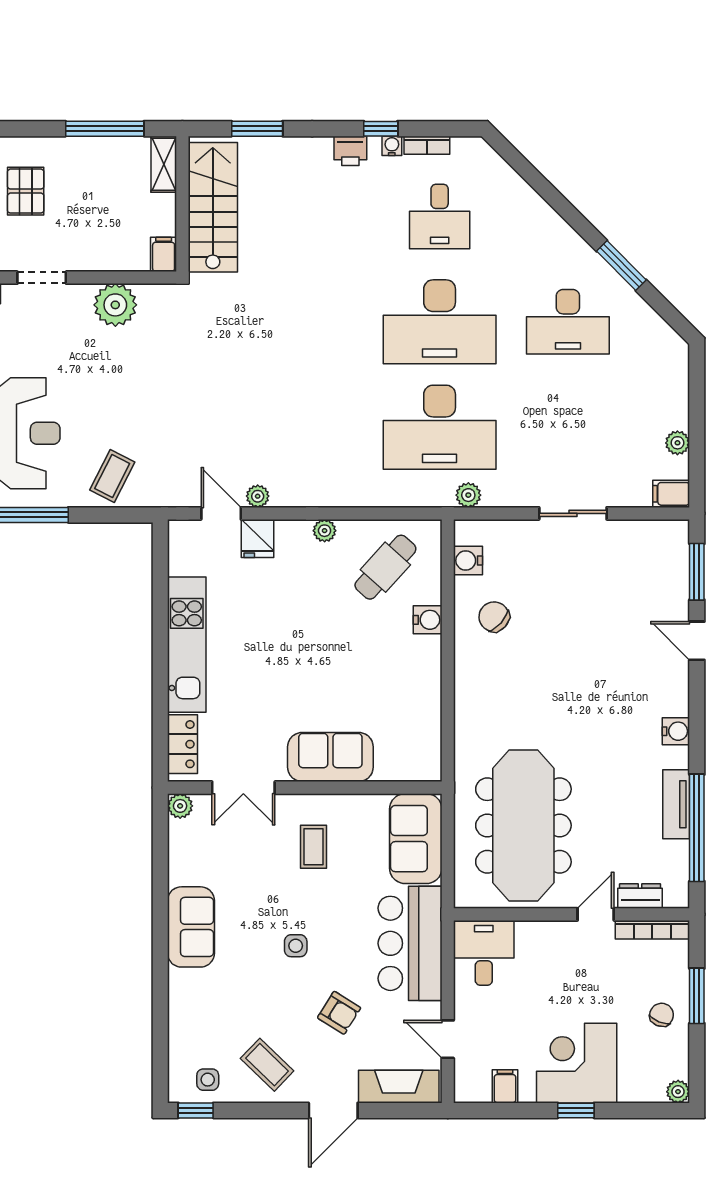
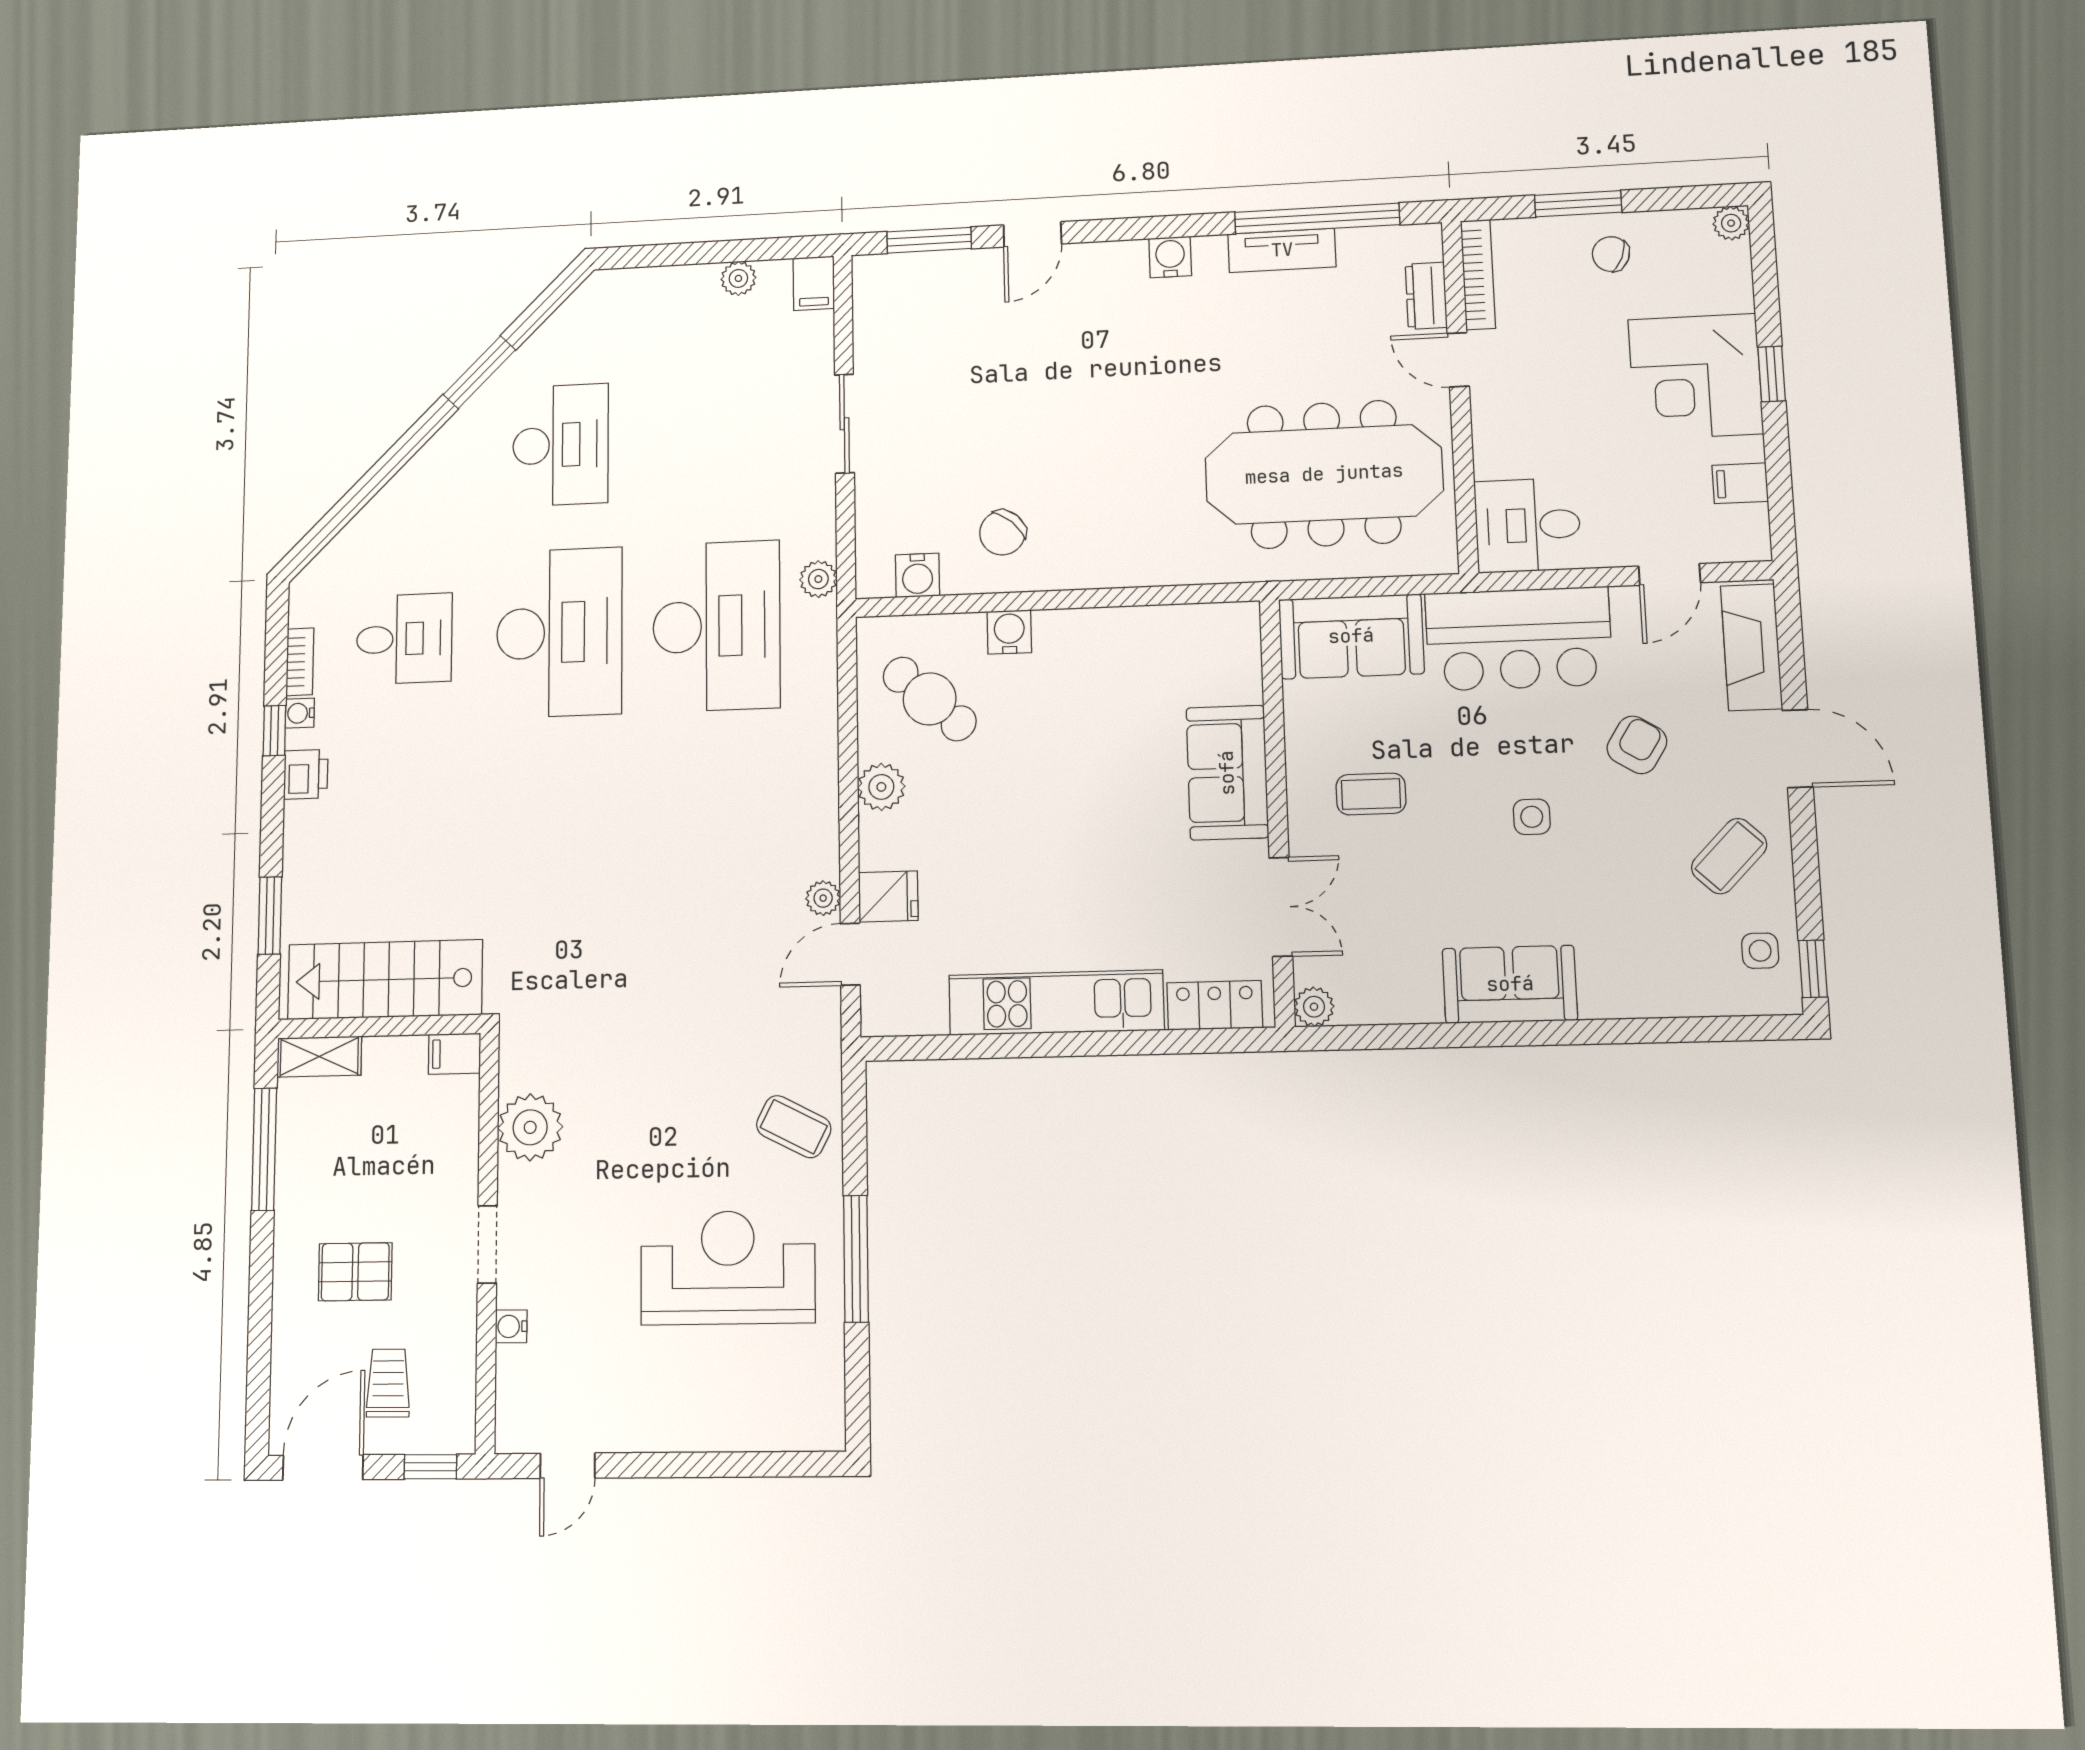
plant: (325, 531) -> (881, 787), width x1.38, depth x1.38

